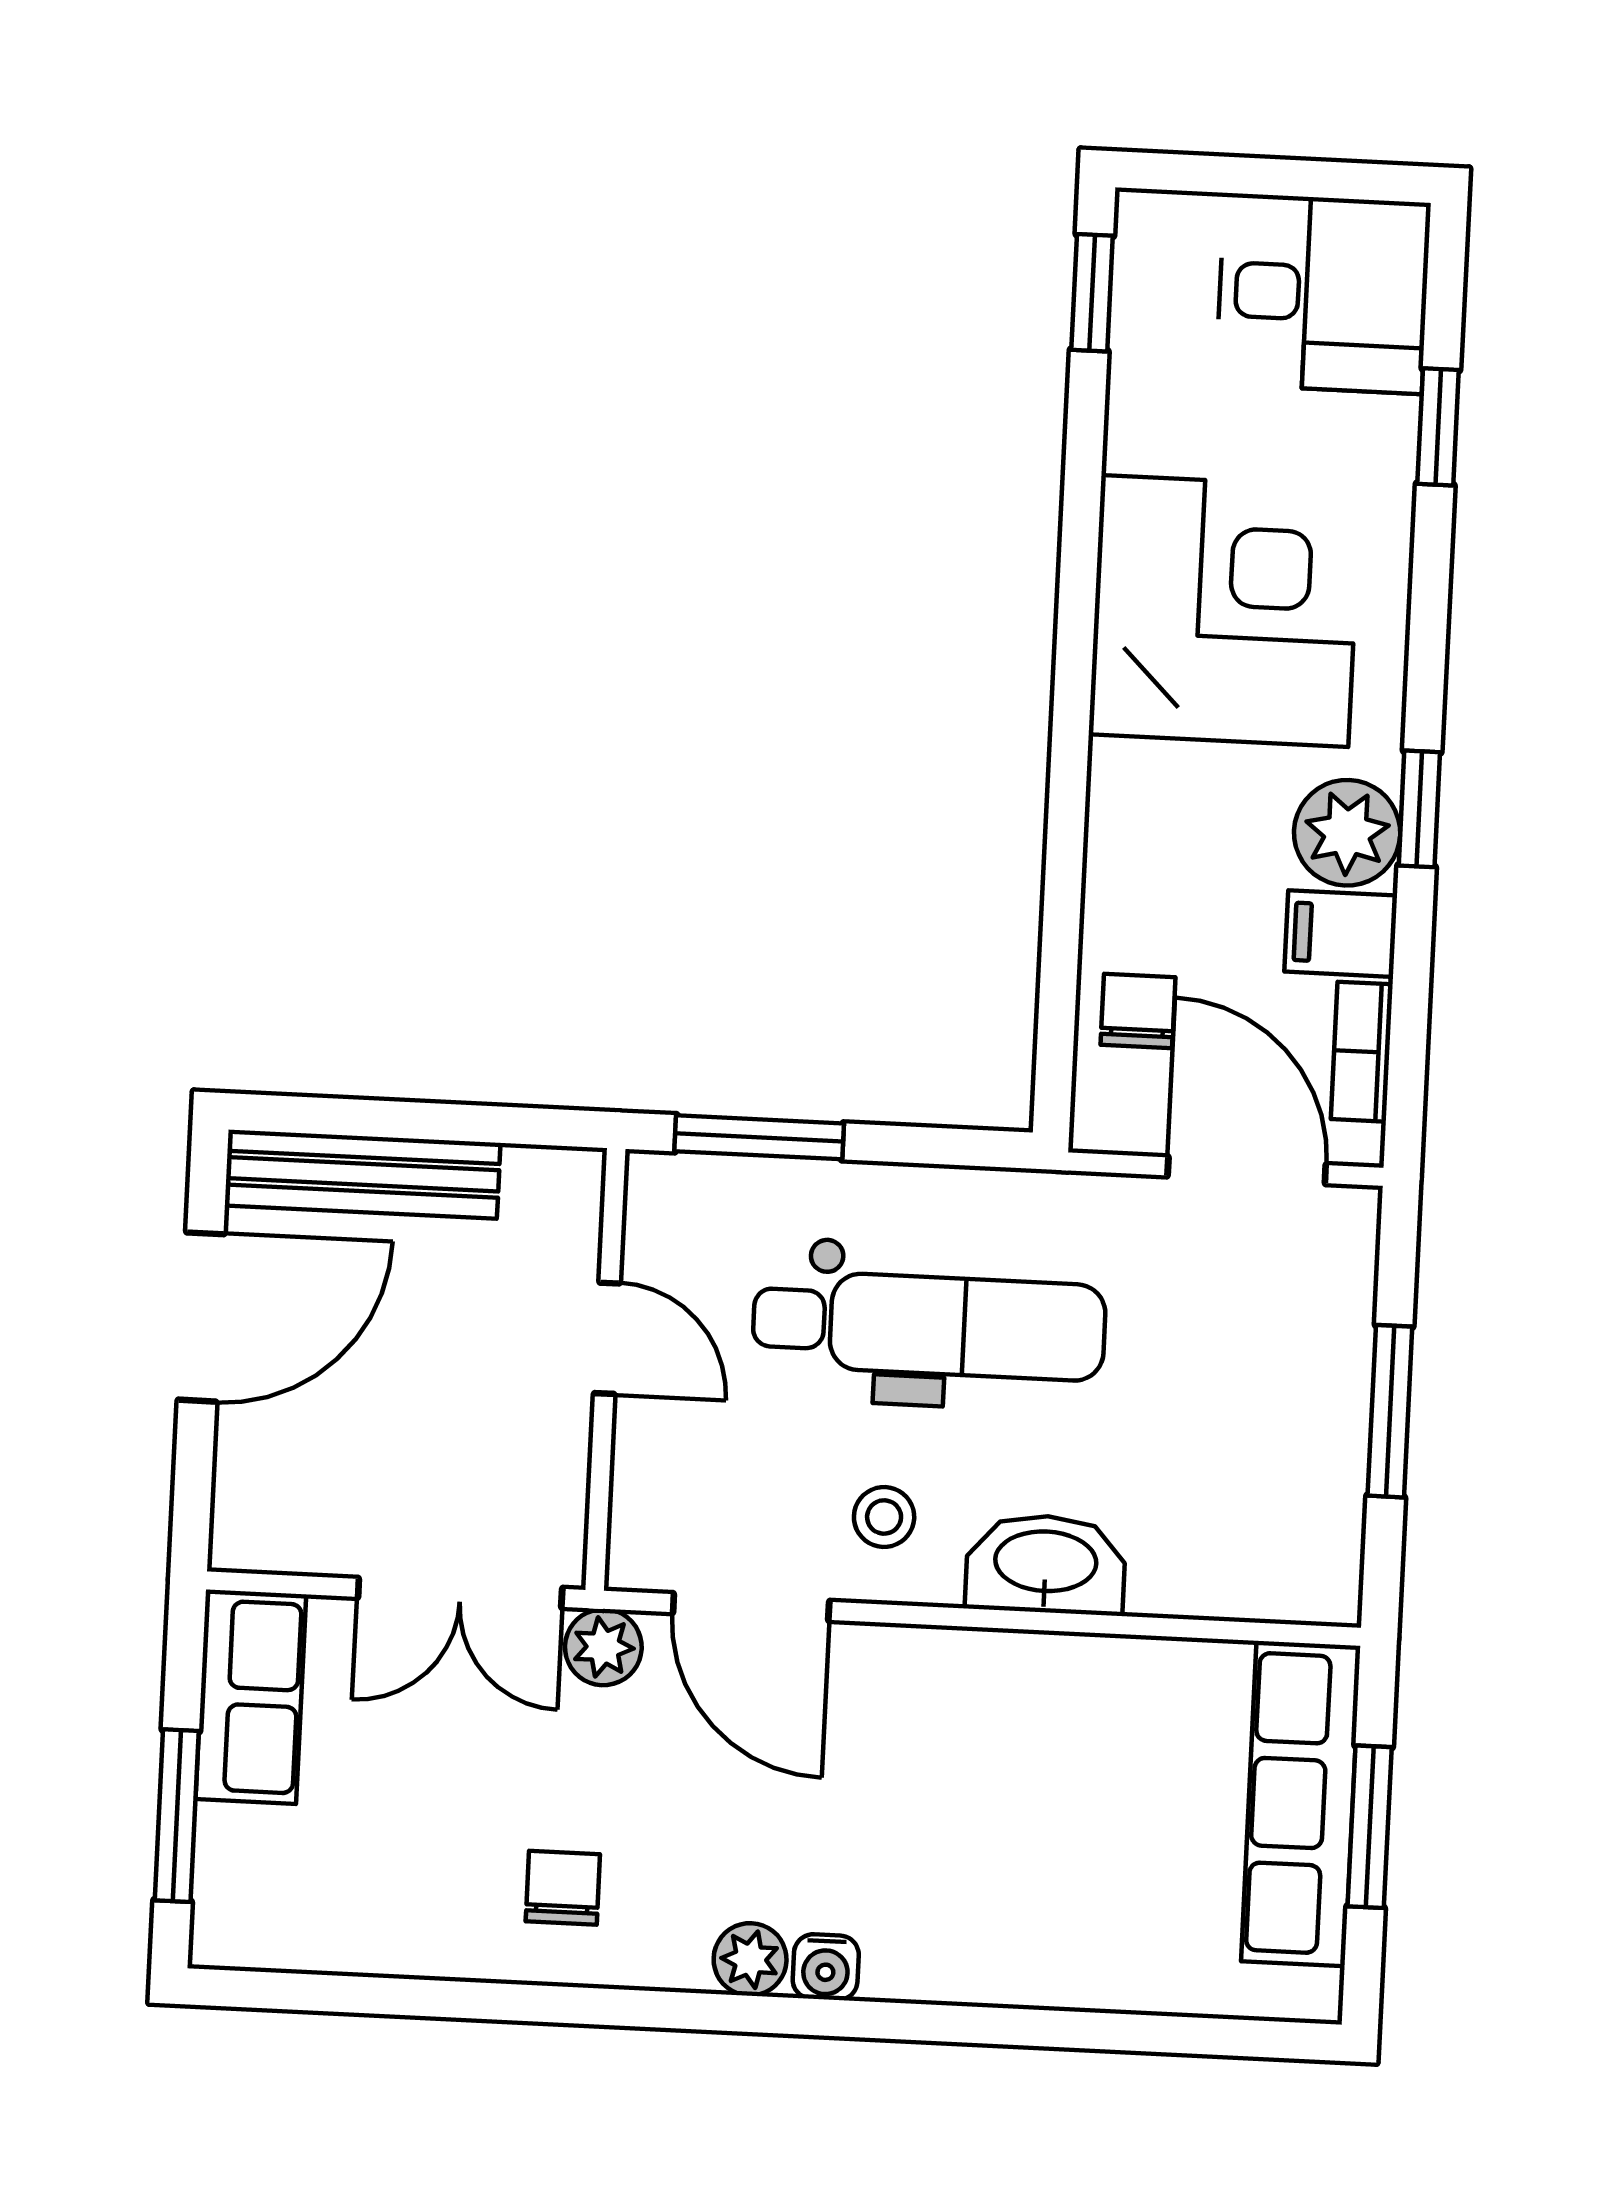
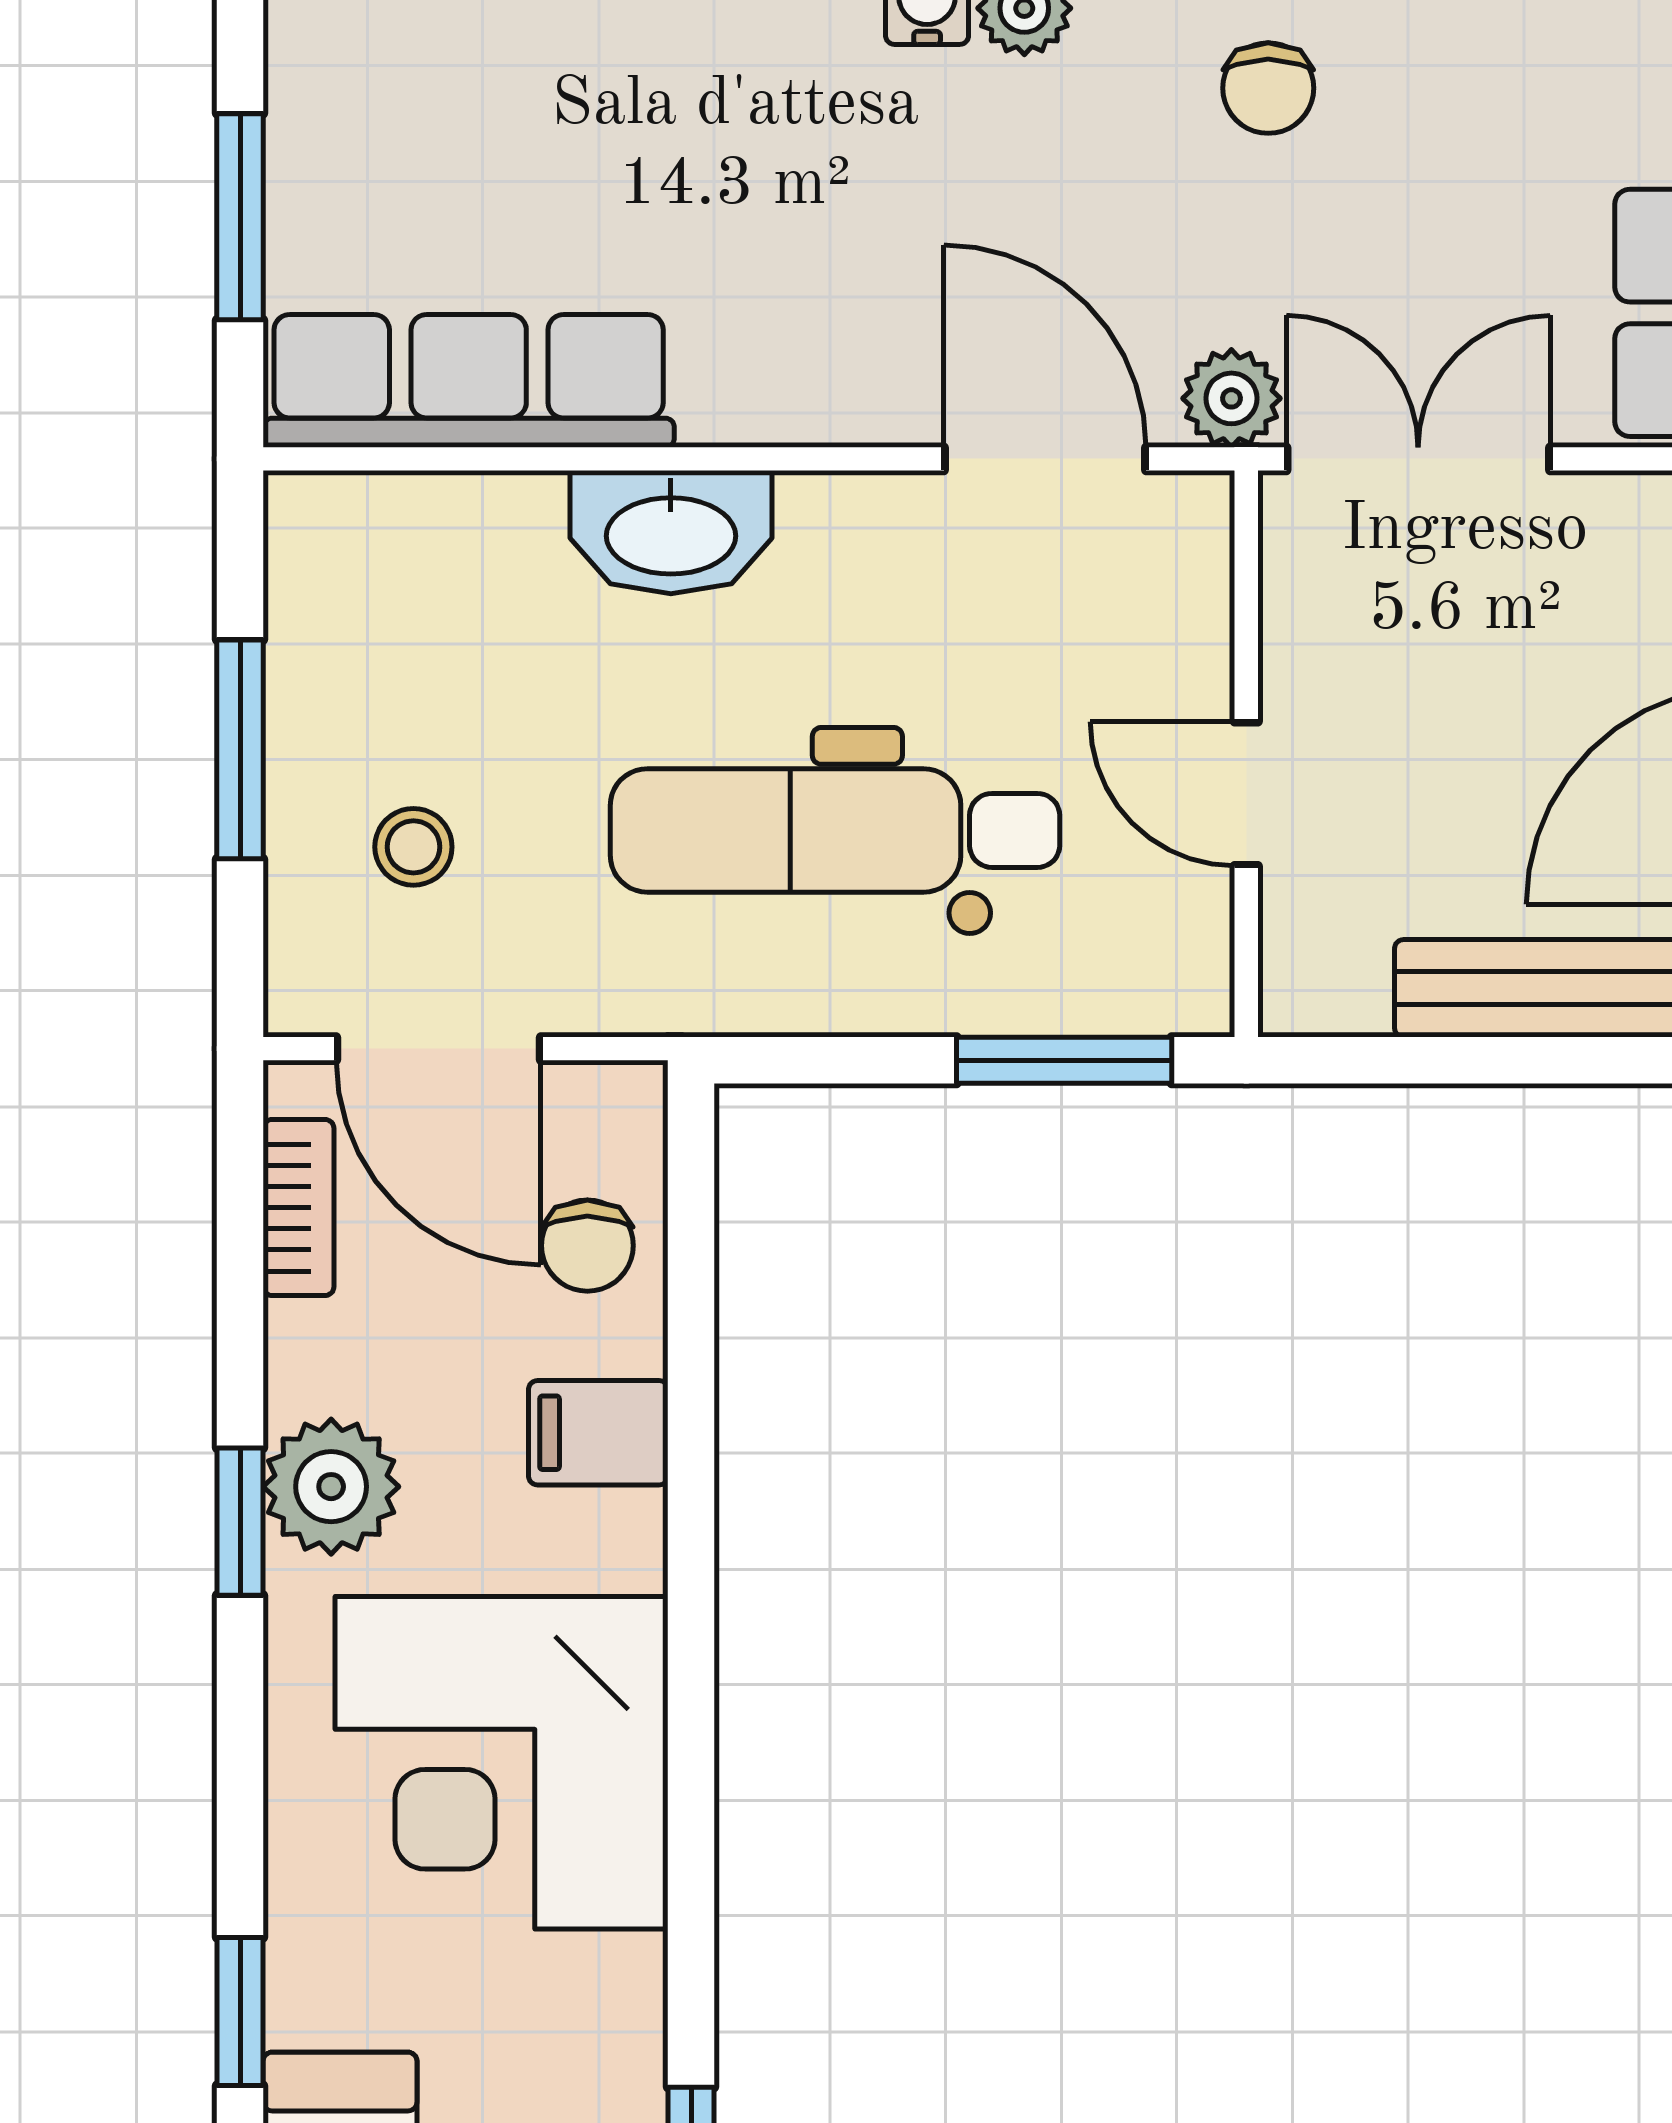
filing cabinet: (1341, 934) -> (598, 1433), moved, turned 180
stool: (884, 1517) -> (413, 847), moved
row of seats: (1301, 1804) -> (469, 381), moved, turned -90

